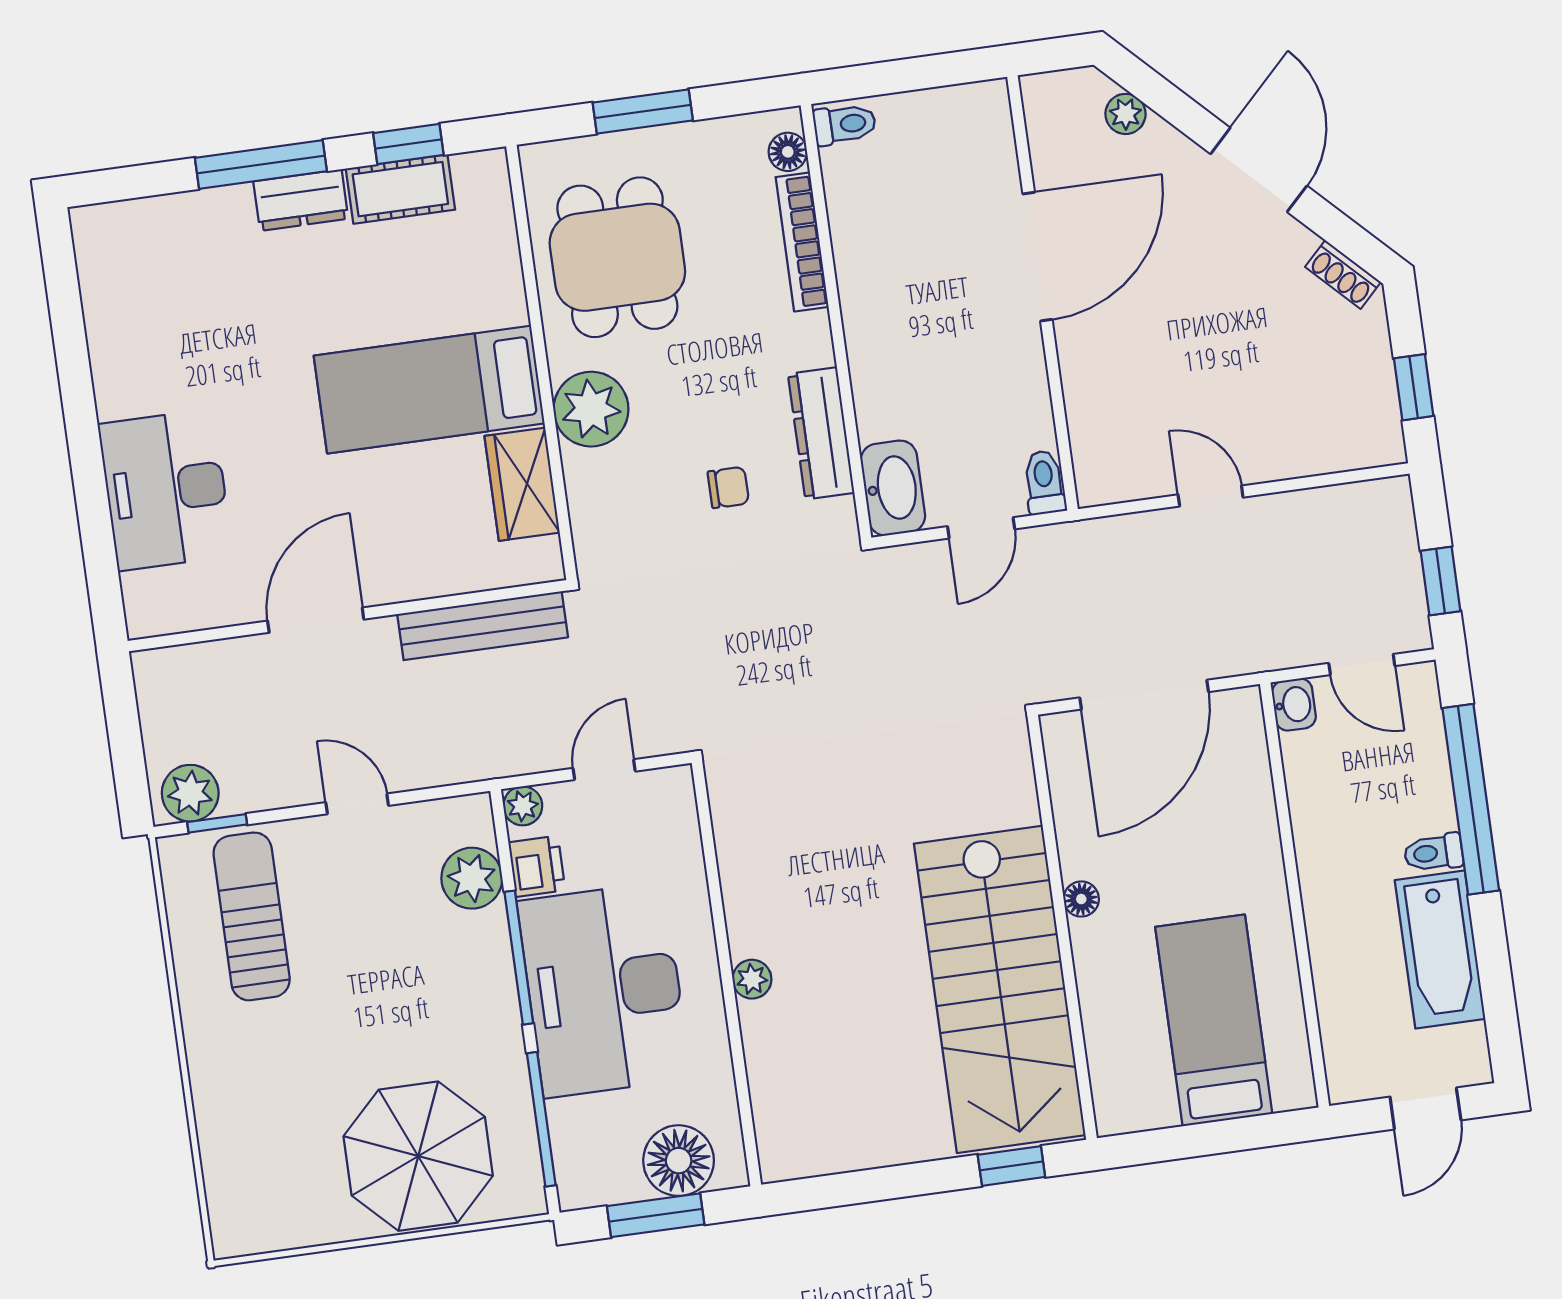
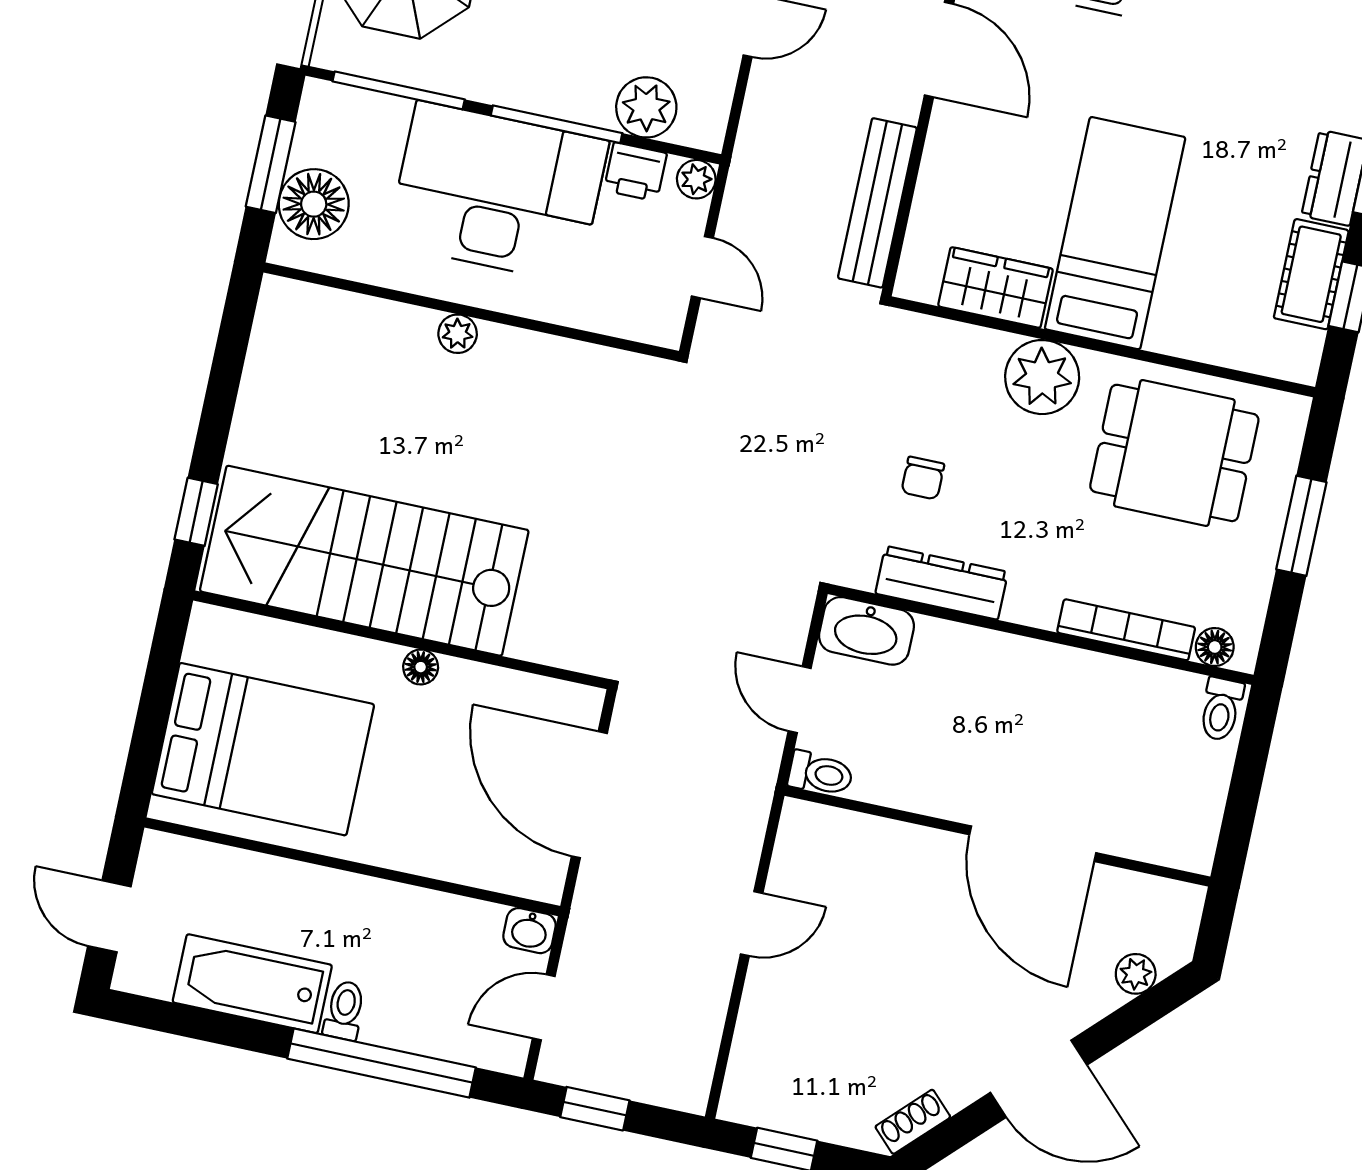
bed: (1214, 1020) -> (263, 749), width x1.50

